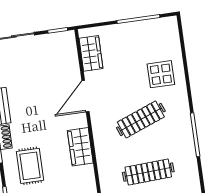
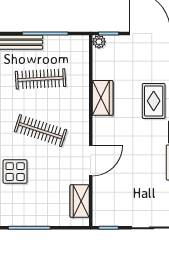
clothes rail: (141, 119) -> (40, 131), turned 39
wardrobe: (80, 147) -> (103, 98), moved

